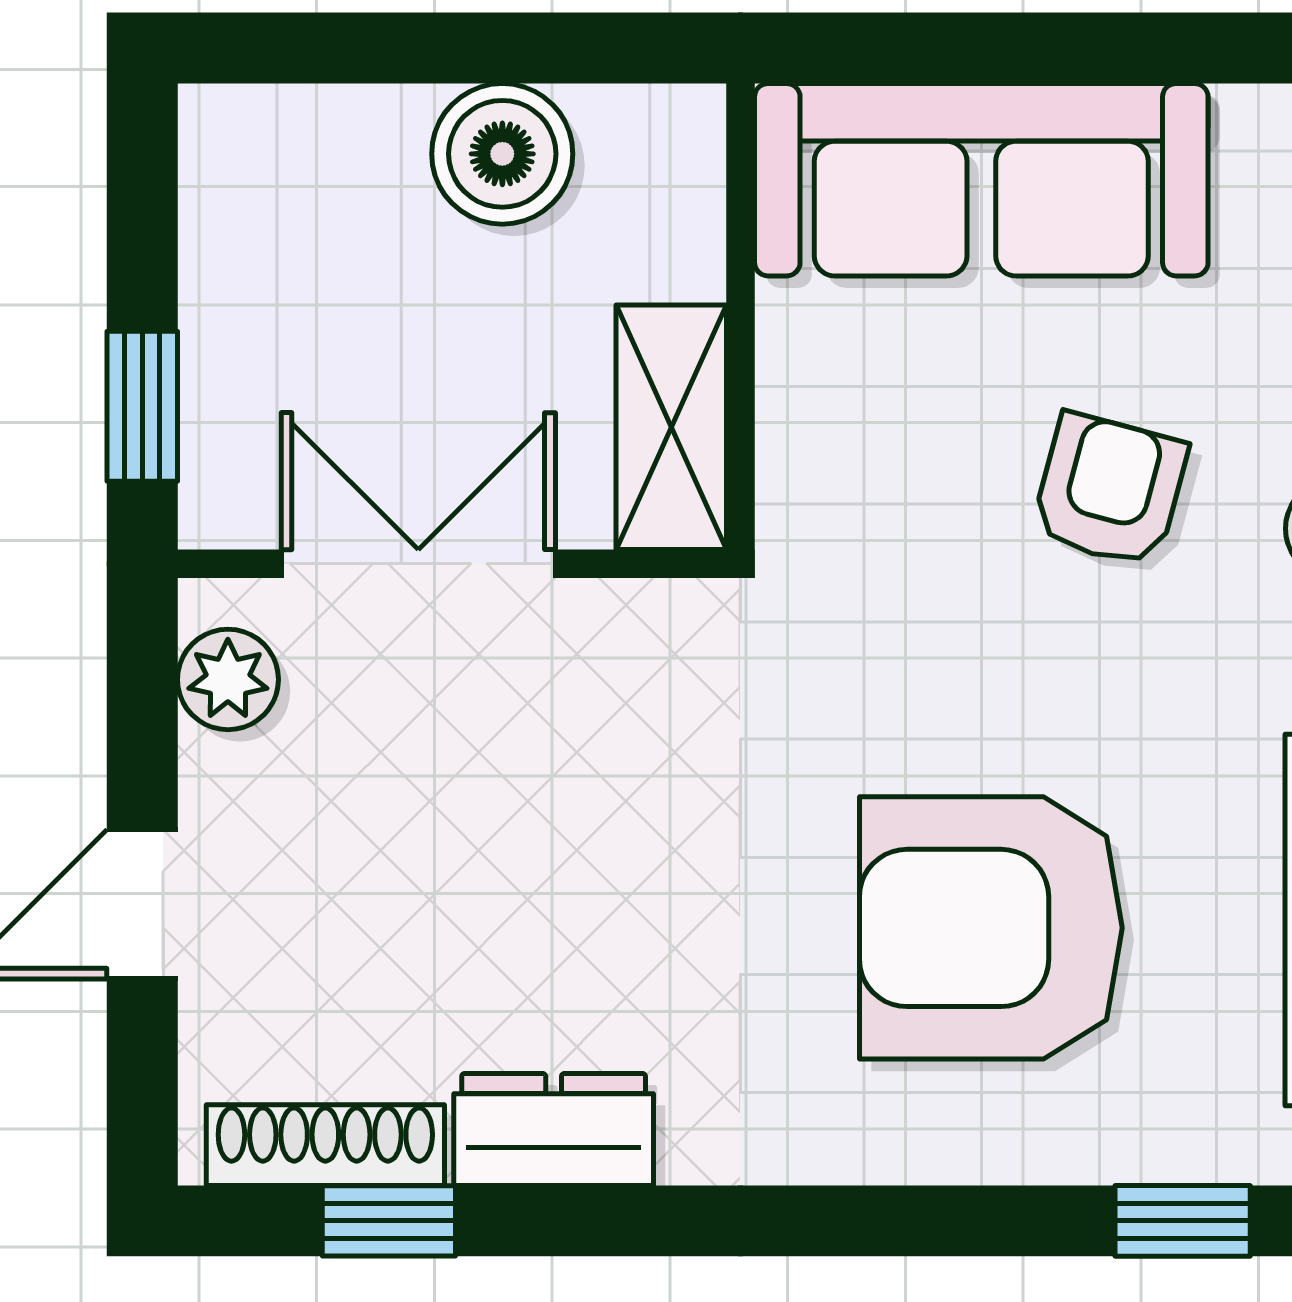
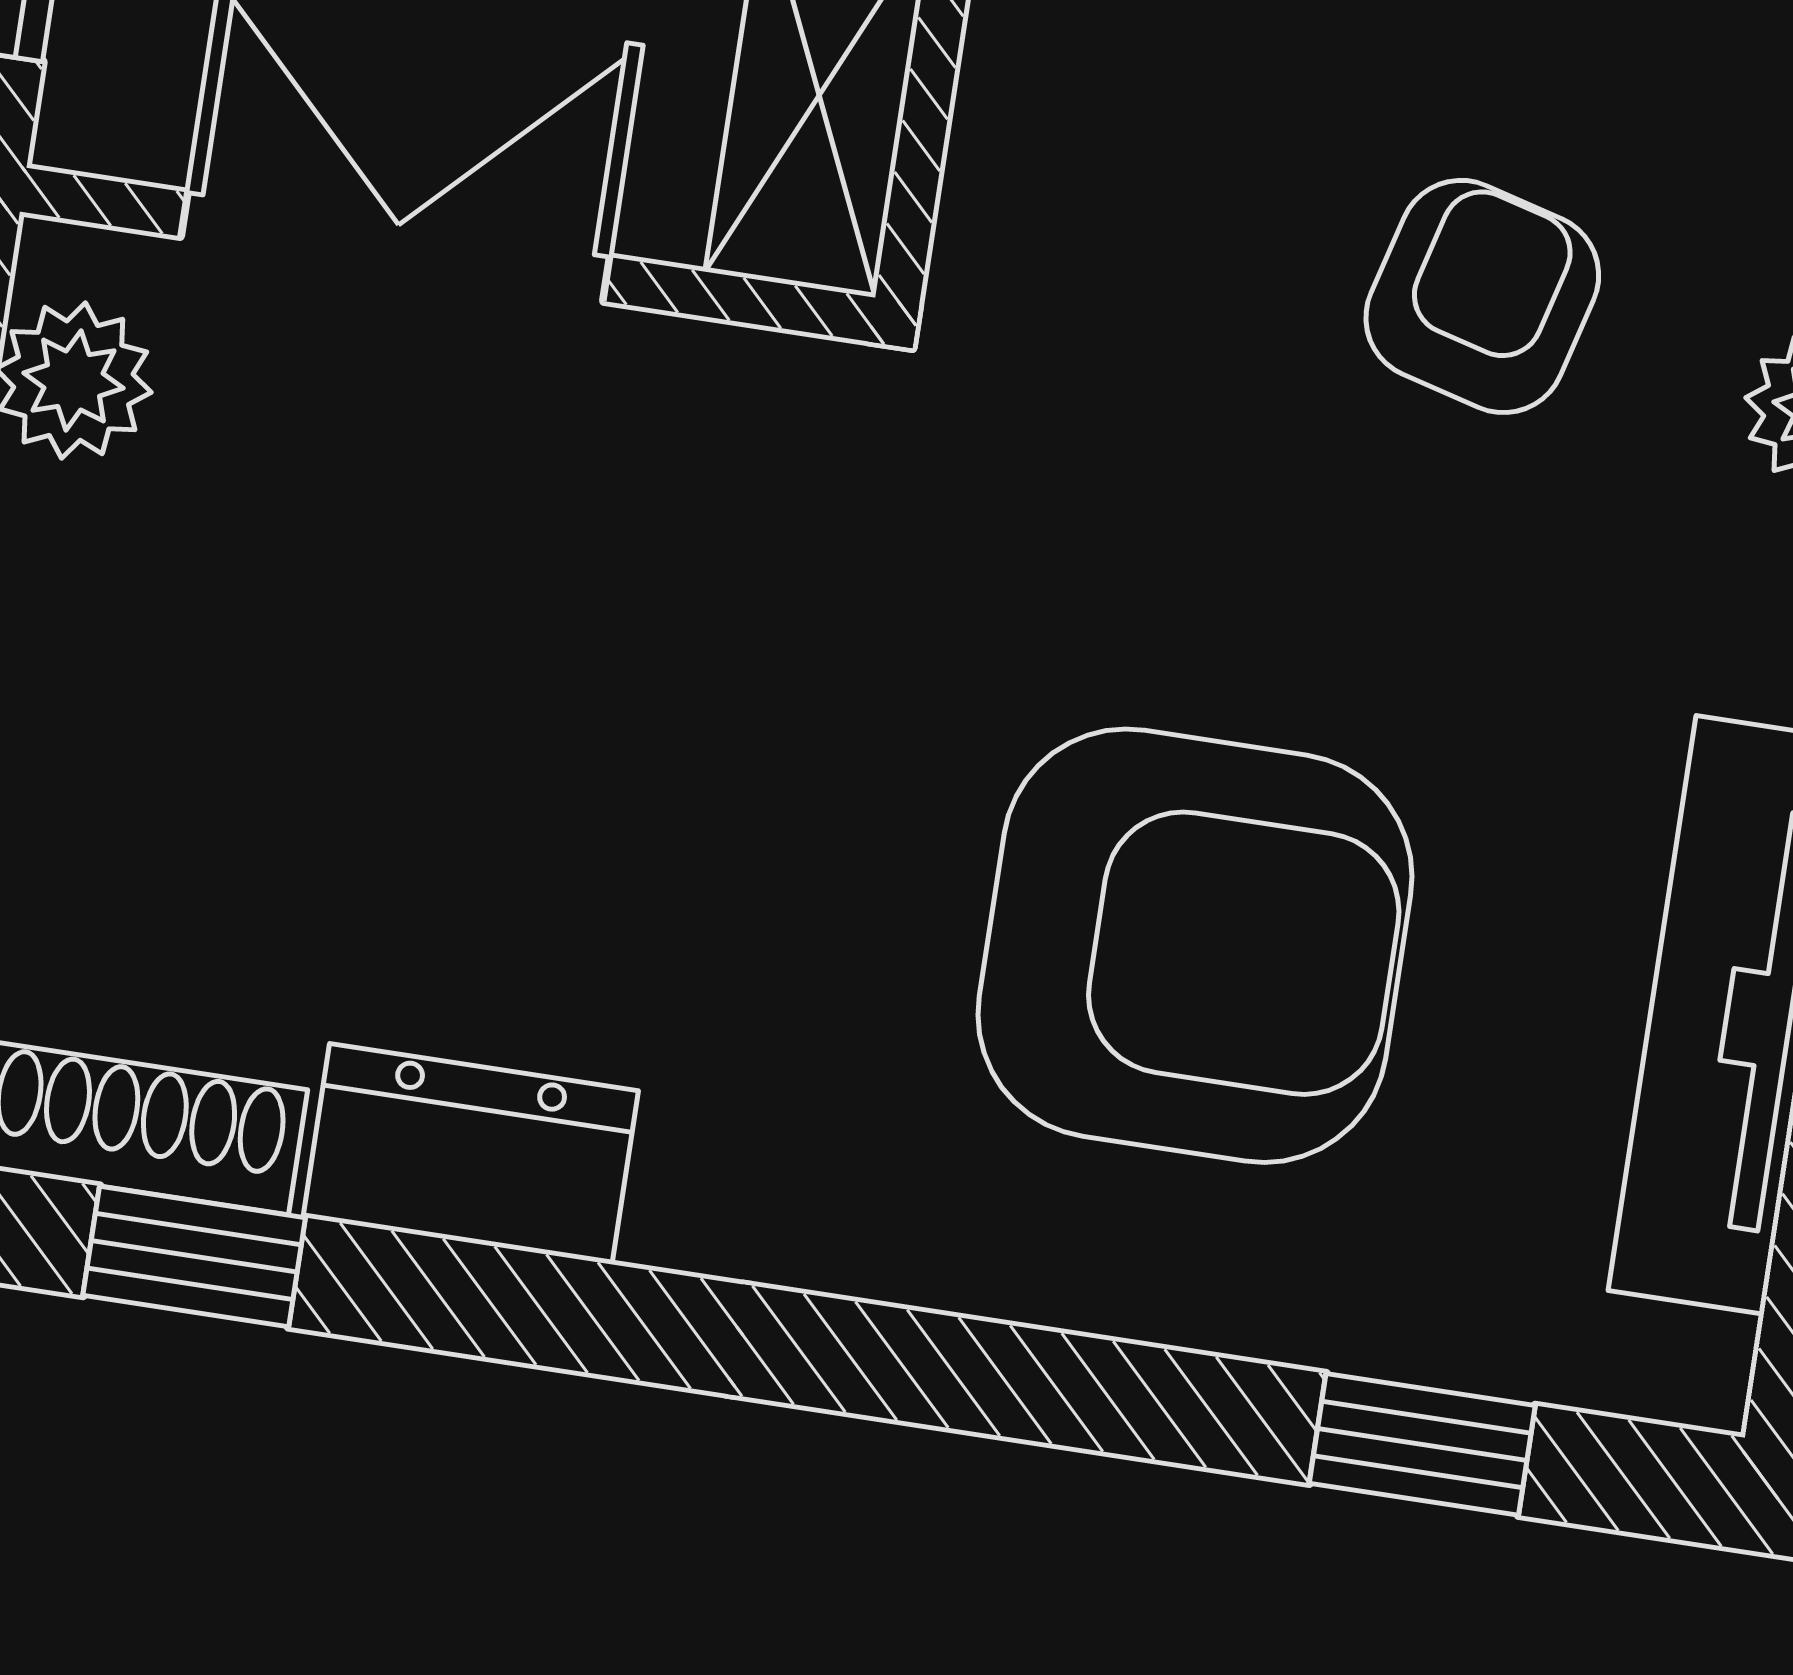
armchair: (991, 928) -> (1195, 946), turned 180

